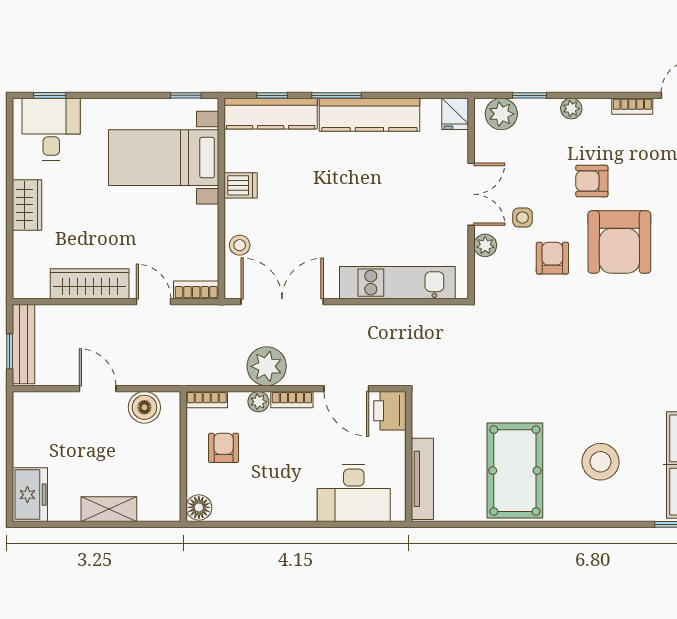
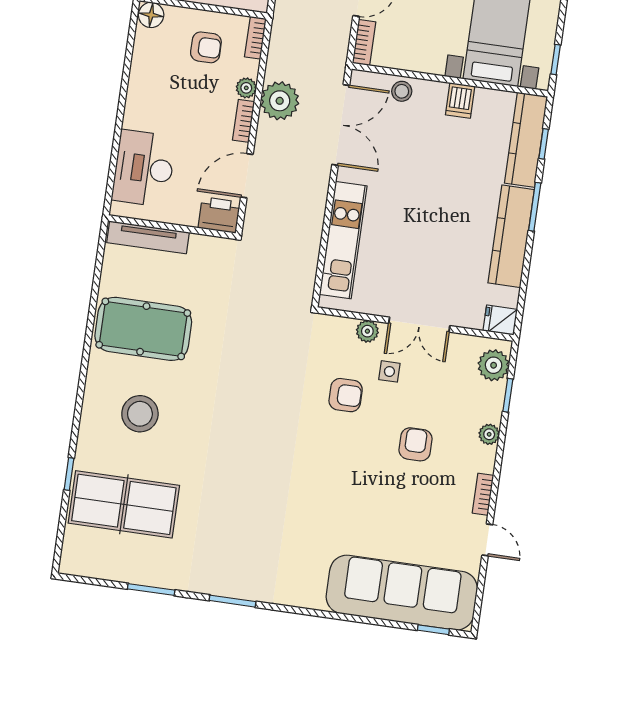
armchair: (619, 242) -> (352, 463), removed

